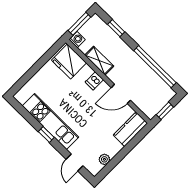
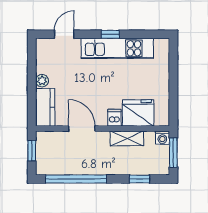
fridge: (69, 62) -> (138, 113), moved
door: (121, 94) -> (82, 129), hinge flipped
plant: (104, 159) -> (42, 81), moved
door: (75, 162) -> (64, 34), hinge flipped

